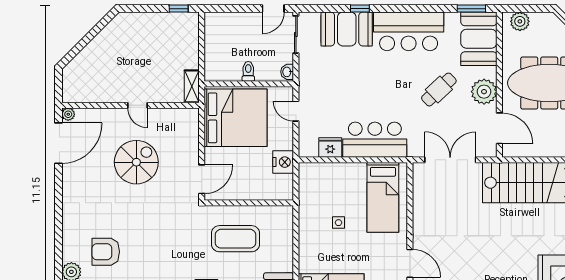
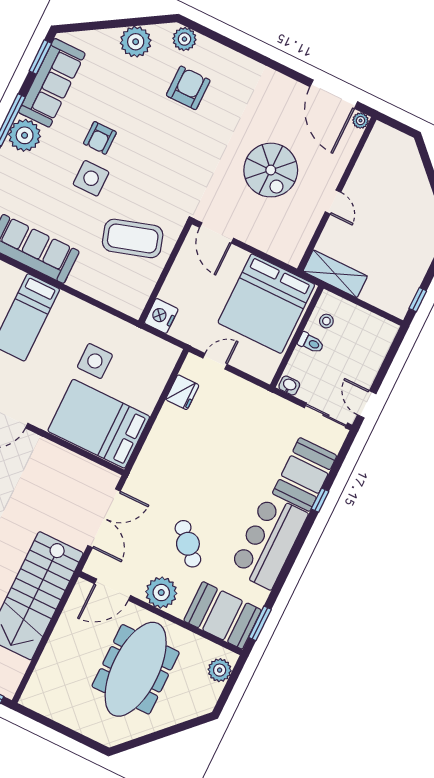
stool: (227, 68) -> (326, 321), added
shelving: (192, 86) -> (335, 274), width x1.50, depth x1.33
door: (138, 105) -> (333, 202), swing flipped
door: (296, 111) -> (215, 361), moved
bar counter: (375, 140) -> (167, 446), removed
nightstand: (283, 162) -> (161, 316), moved, turned 90
bed: (383, 197) -> (99, 424), width x1.50
side table: (338, 223) -> (95, 361), width x1.87, depth x1.87
coffee table: (235, 239) -> (133, 238), turned 73

